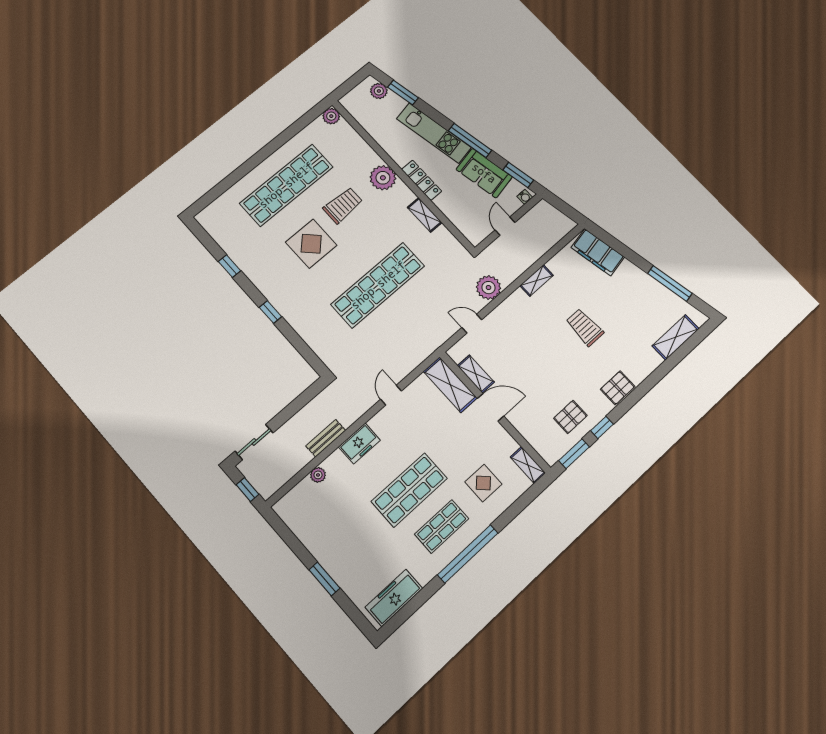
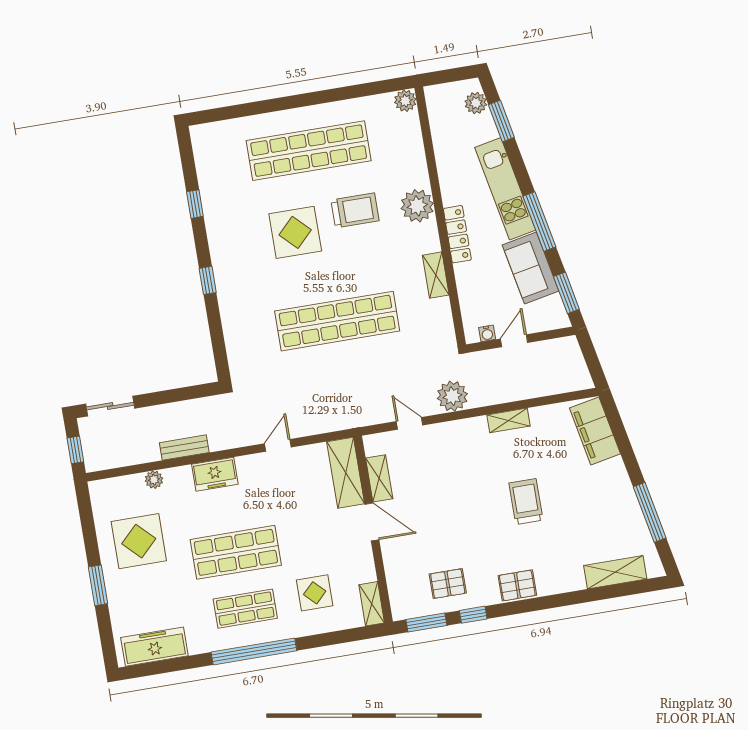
water cooler: (525, 197) -> (487, 333), moved
display table: (334, 527) -> (139, 541), added

